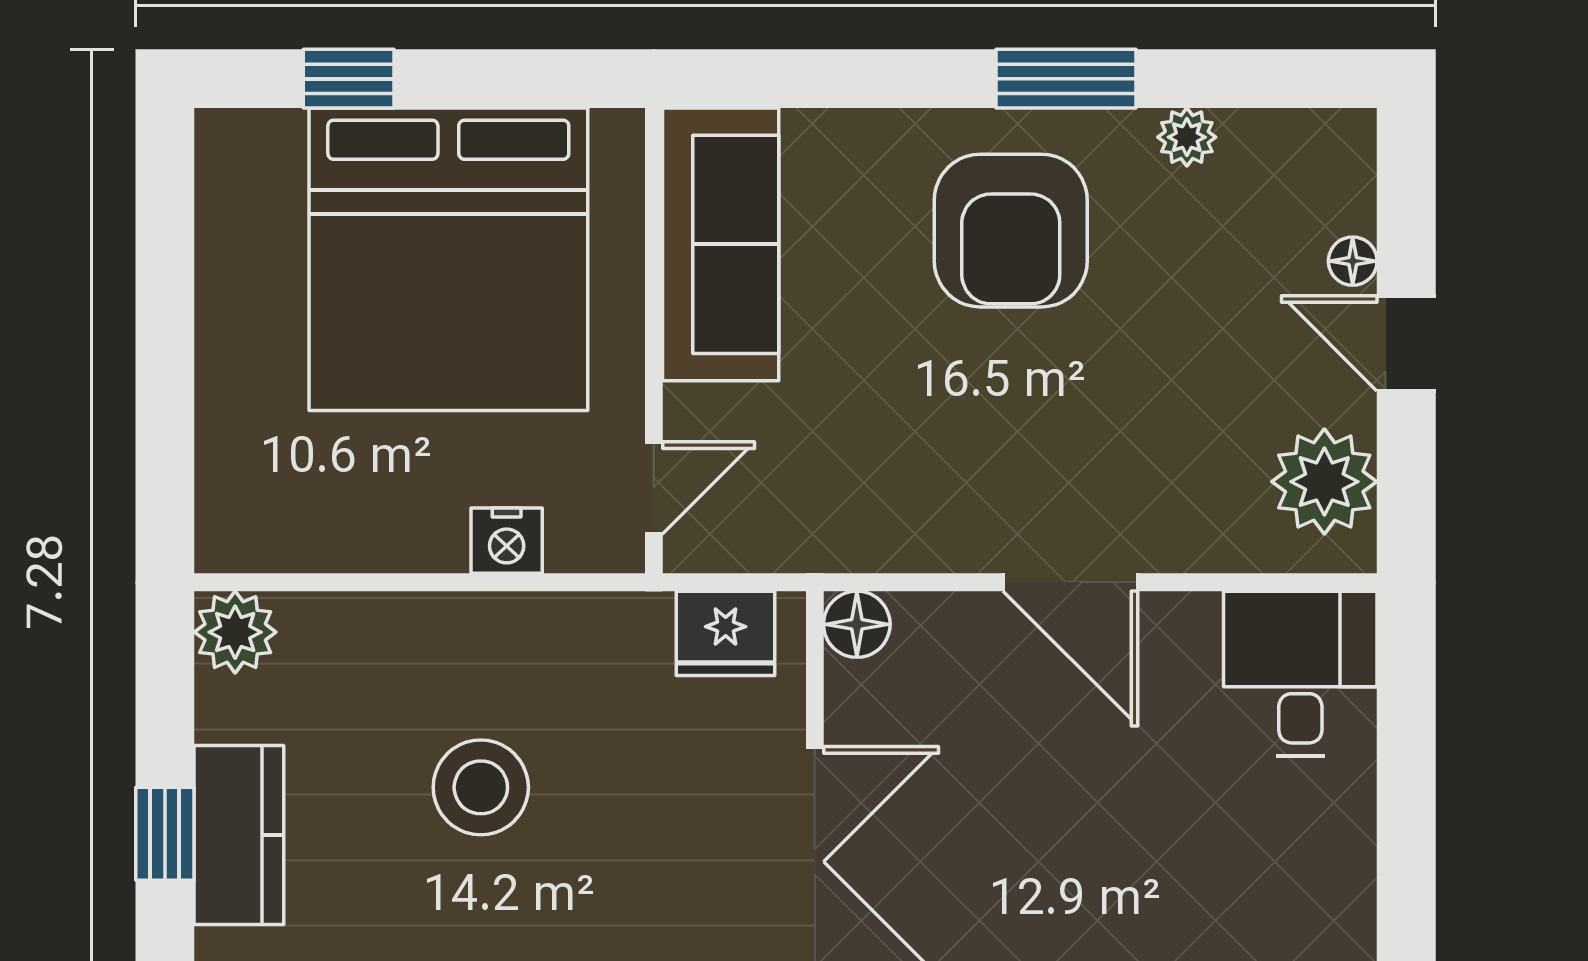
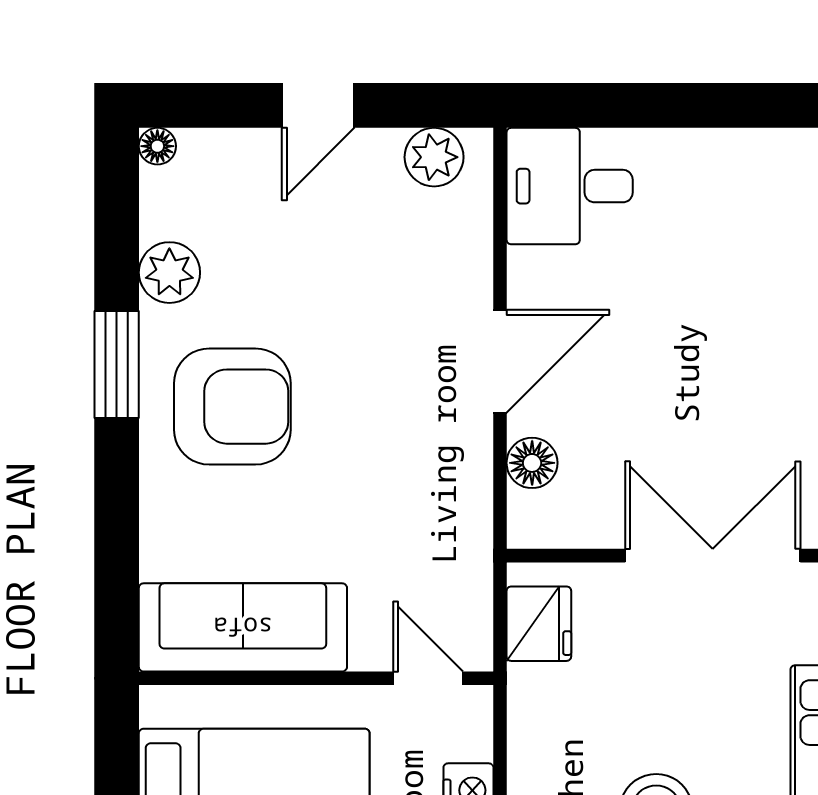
plant: (1187, 137) -> (169, 273), width x1.38, depth x1.38
floor lamp: (1353, 261) -> (157, 146), moved
plant: (1324, 482) -> (434, 157), width x0.73, depth x0.73
floor lamp: (857, 624) -> (532, 463), moved

